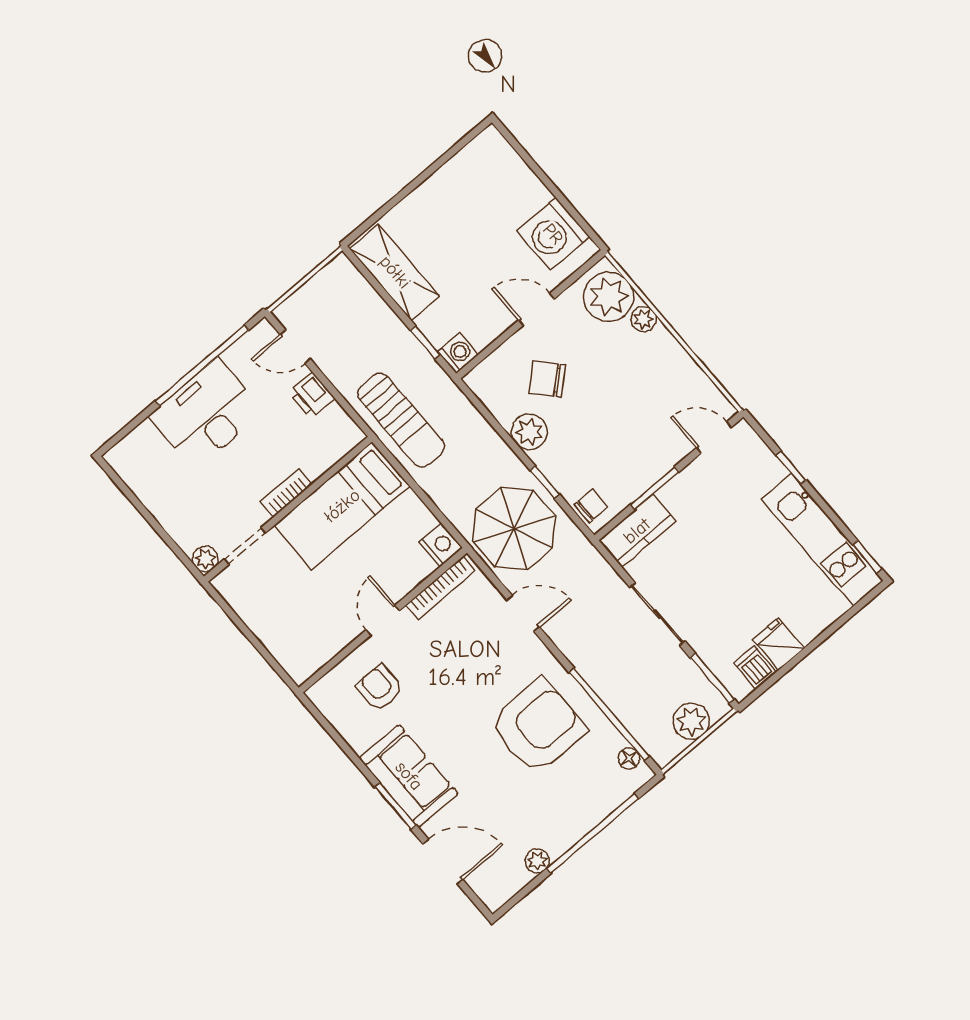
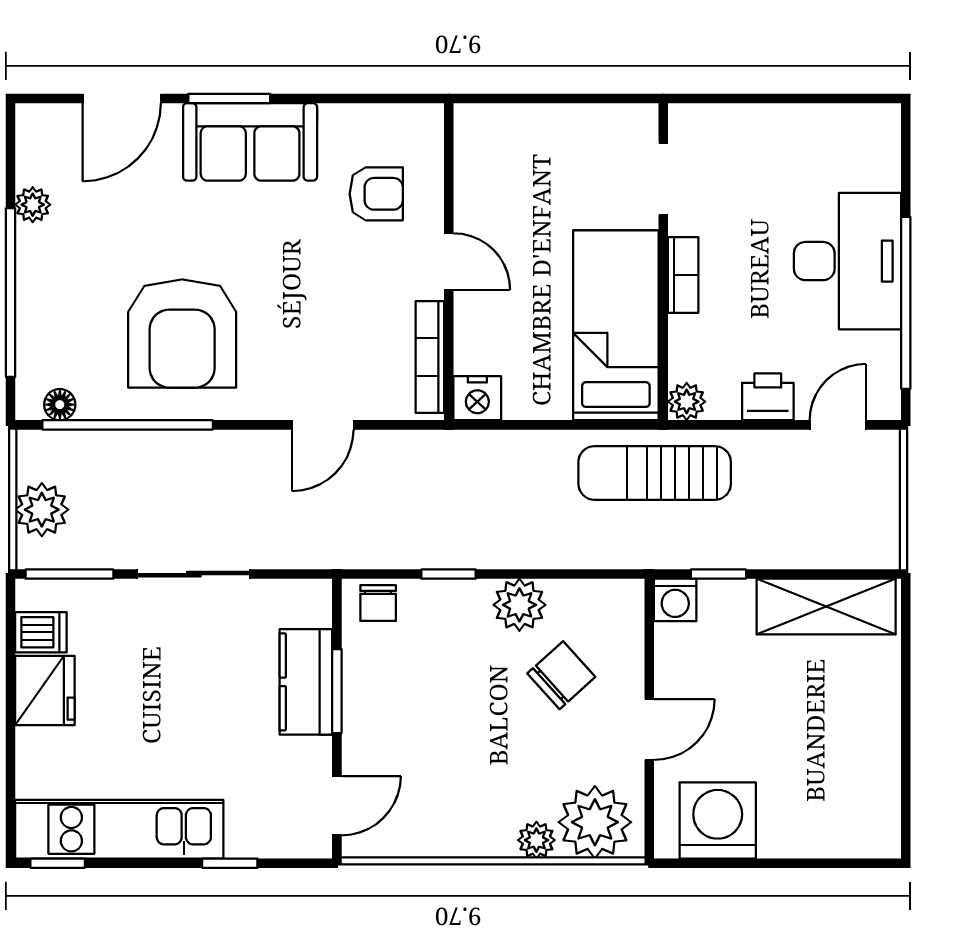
parasol: (514, 529) -> (426, 496), removed
kitchen counter: (637, 531) -> (306, 682), moved
plant: (205, 559) -> (687, 402), moved
fridge: (778, 644) -> (45, 691), width x1.38

